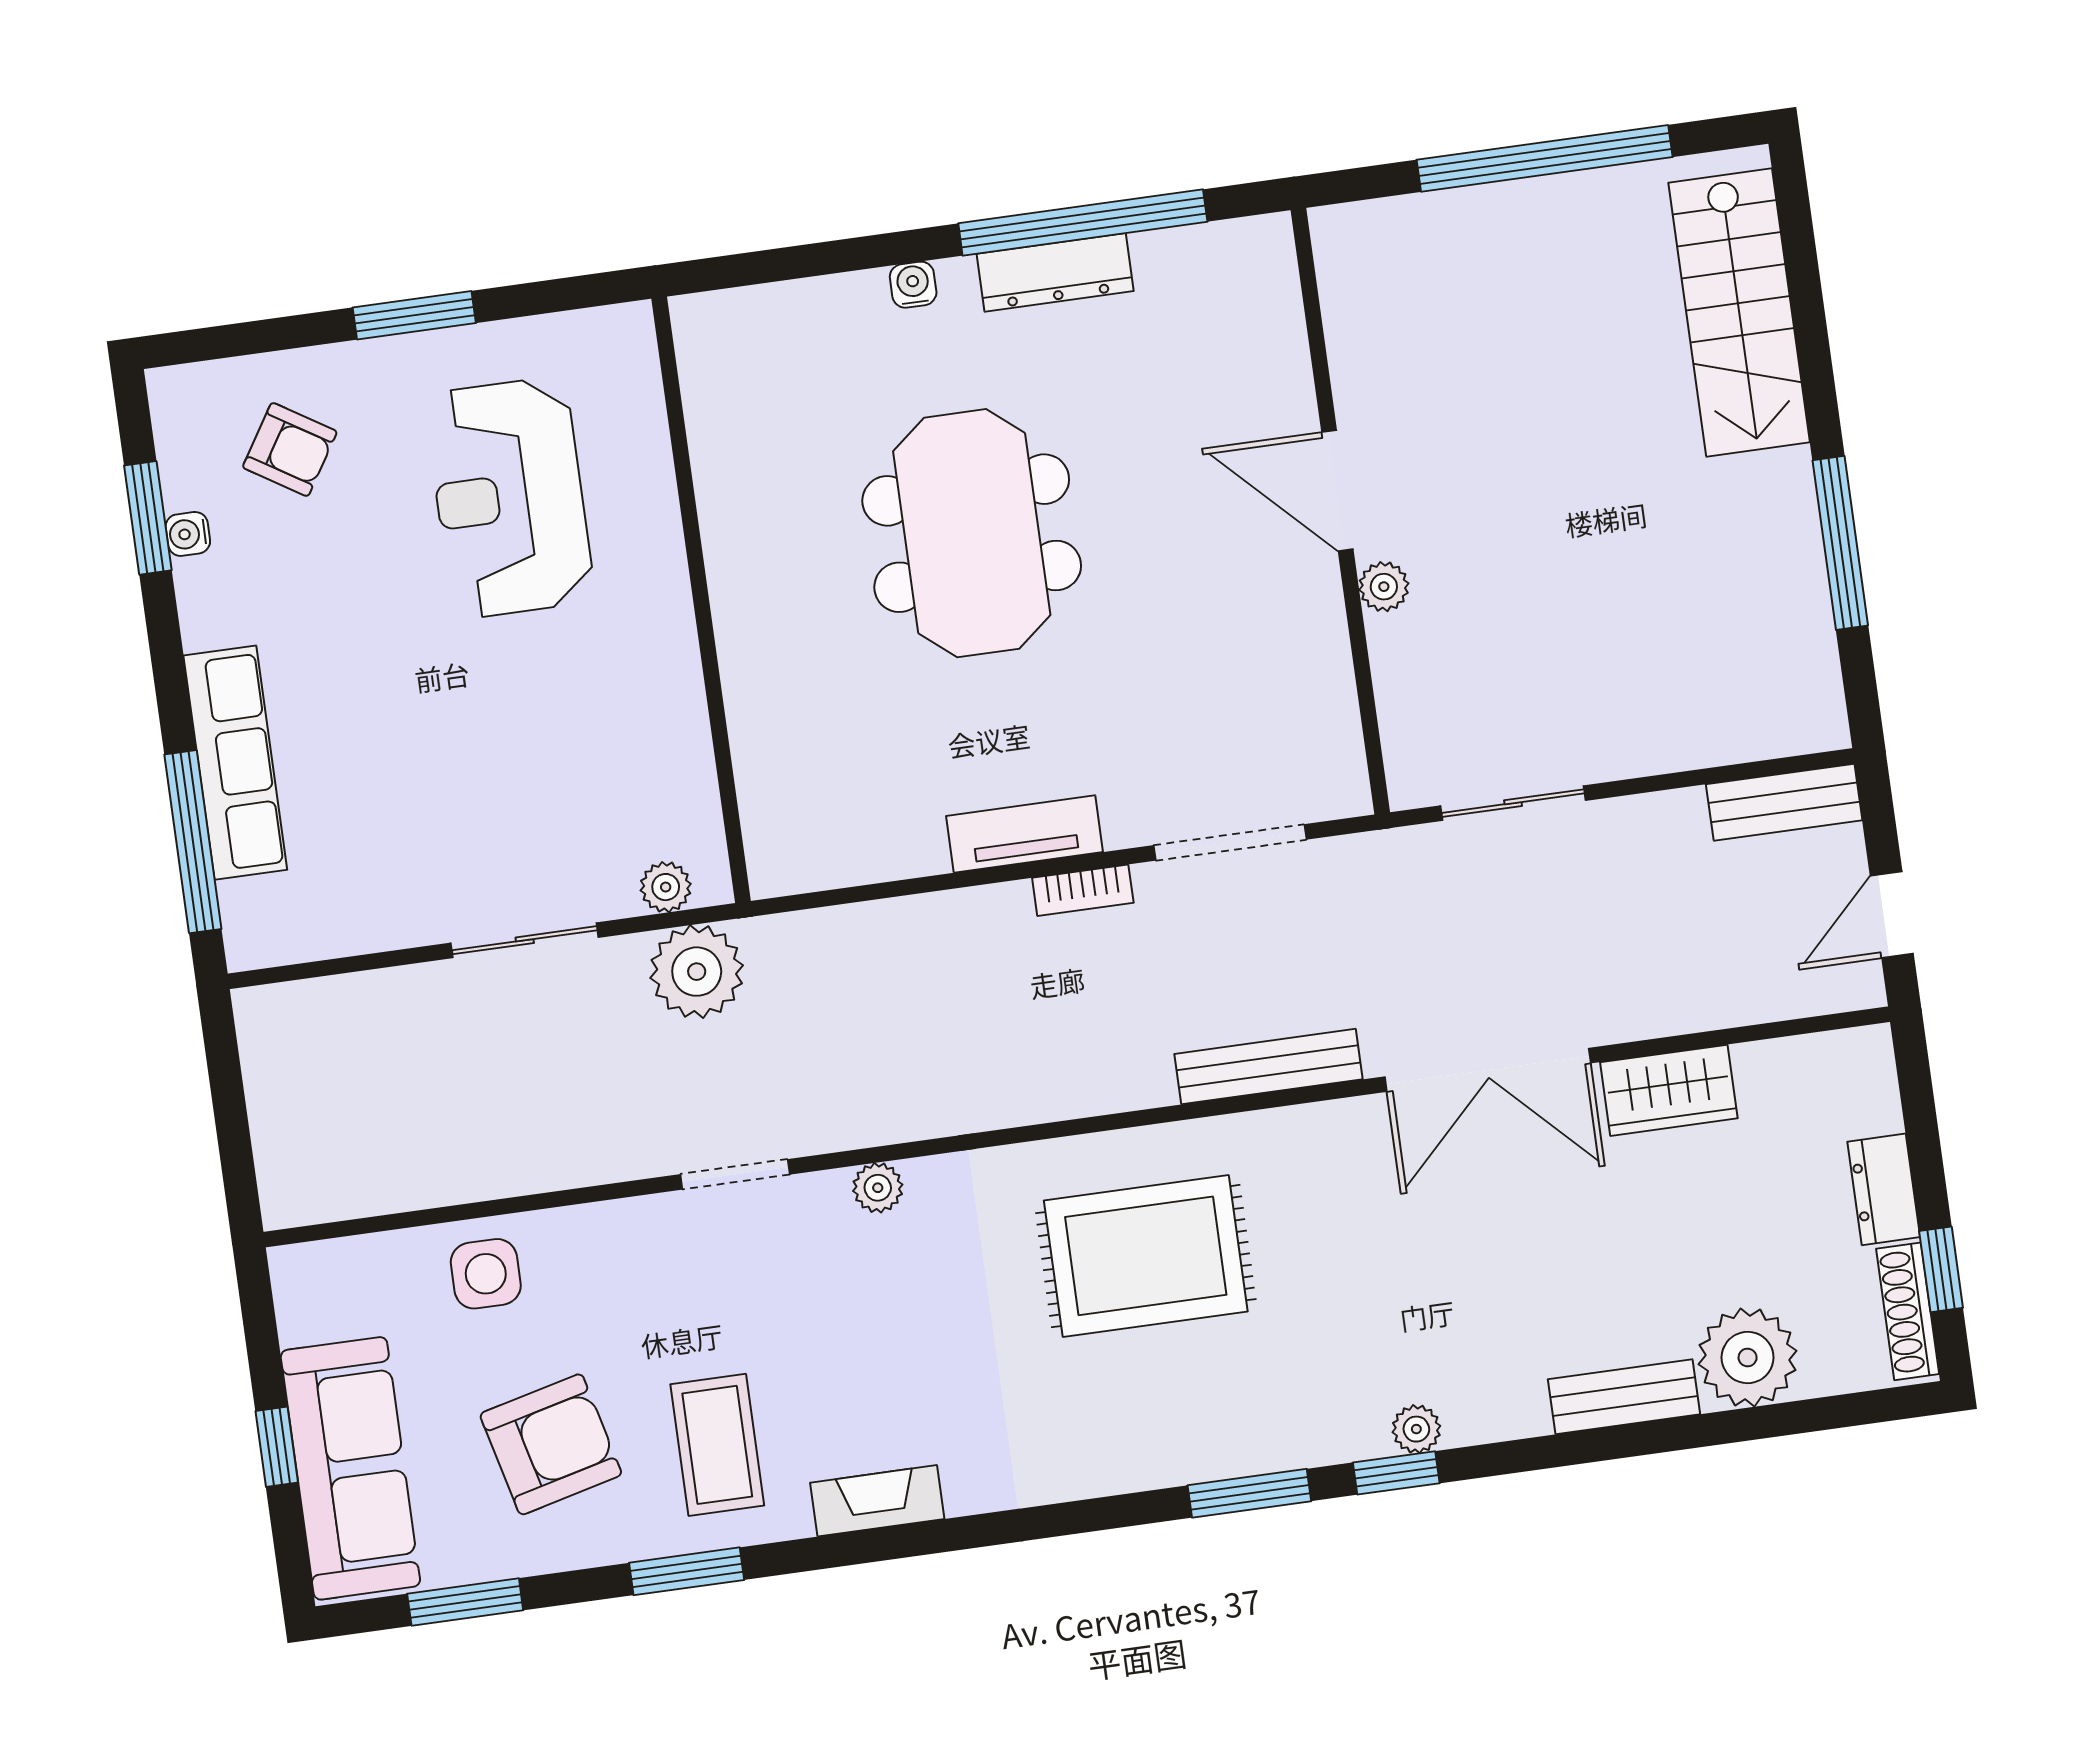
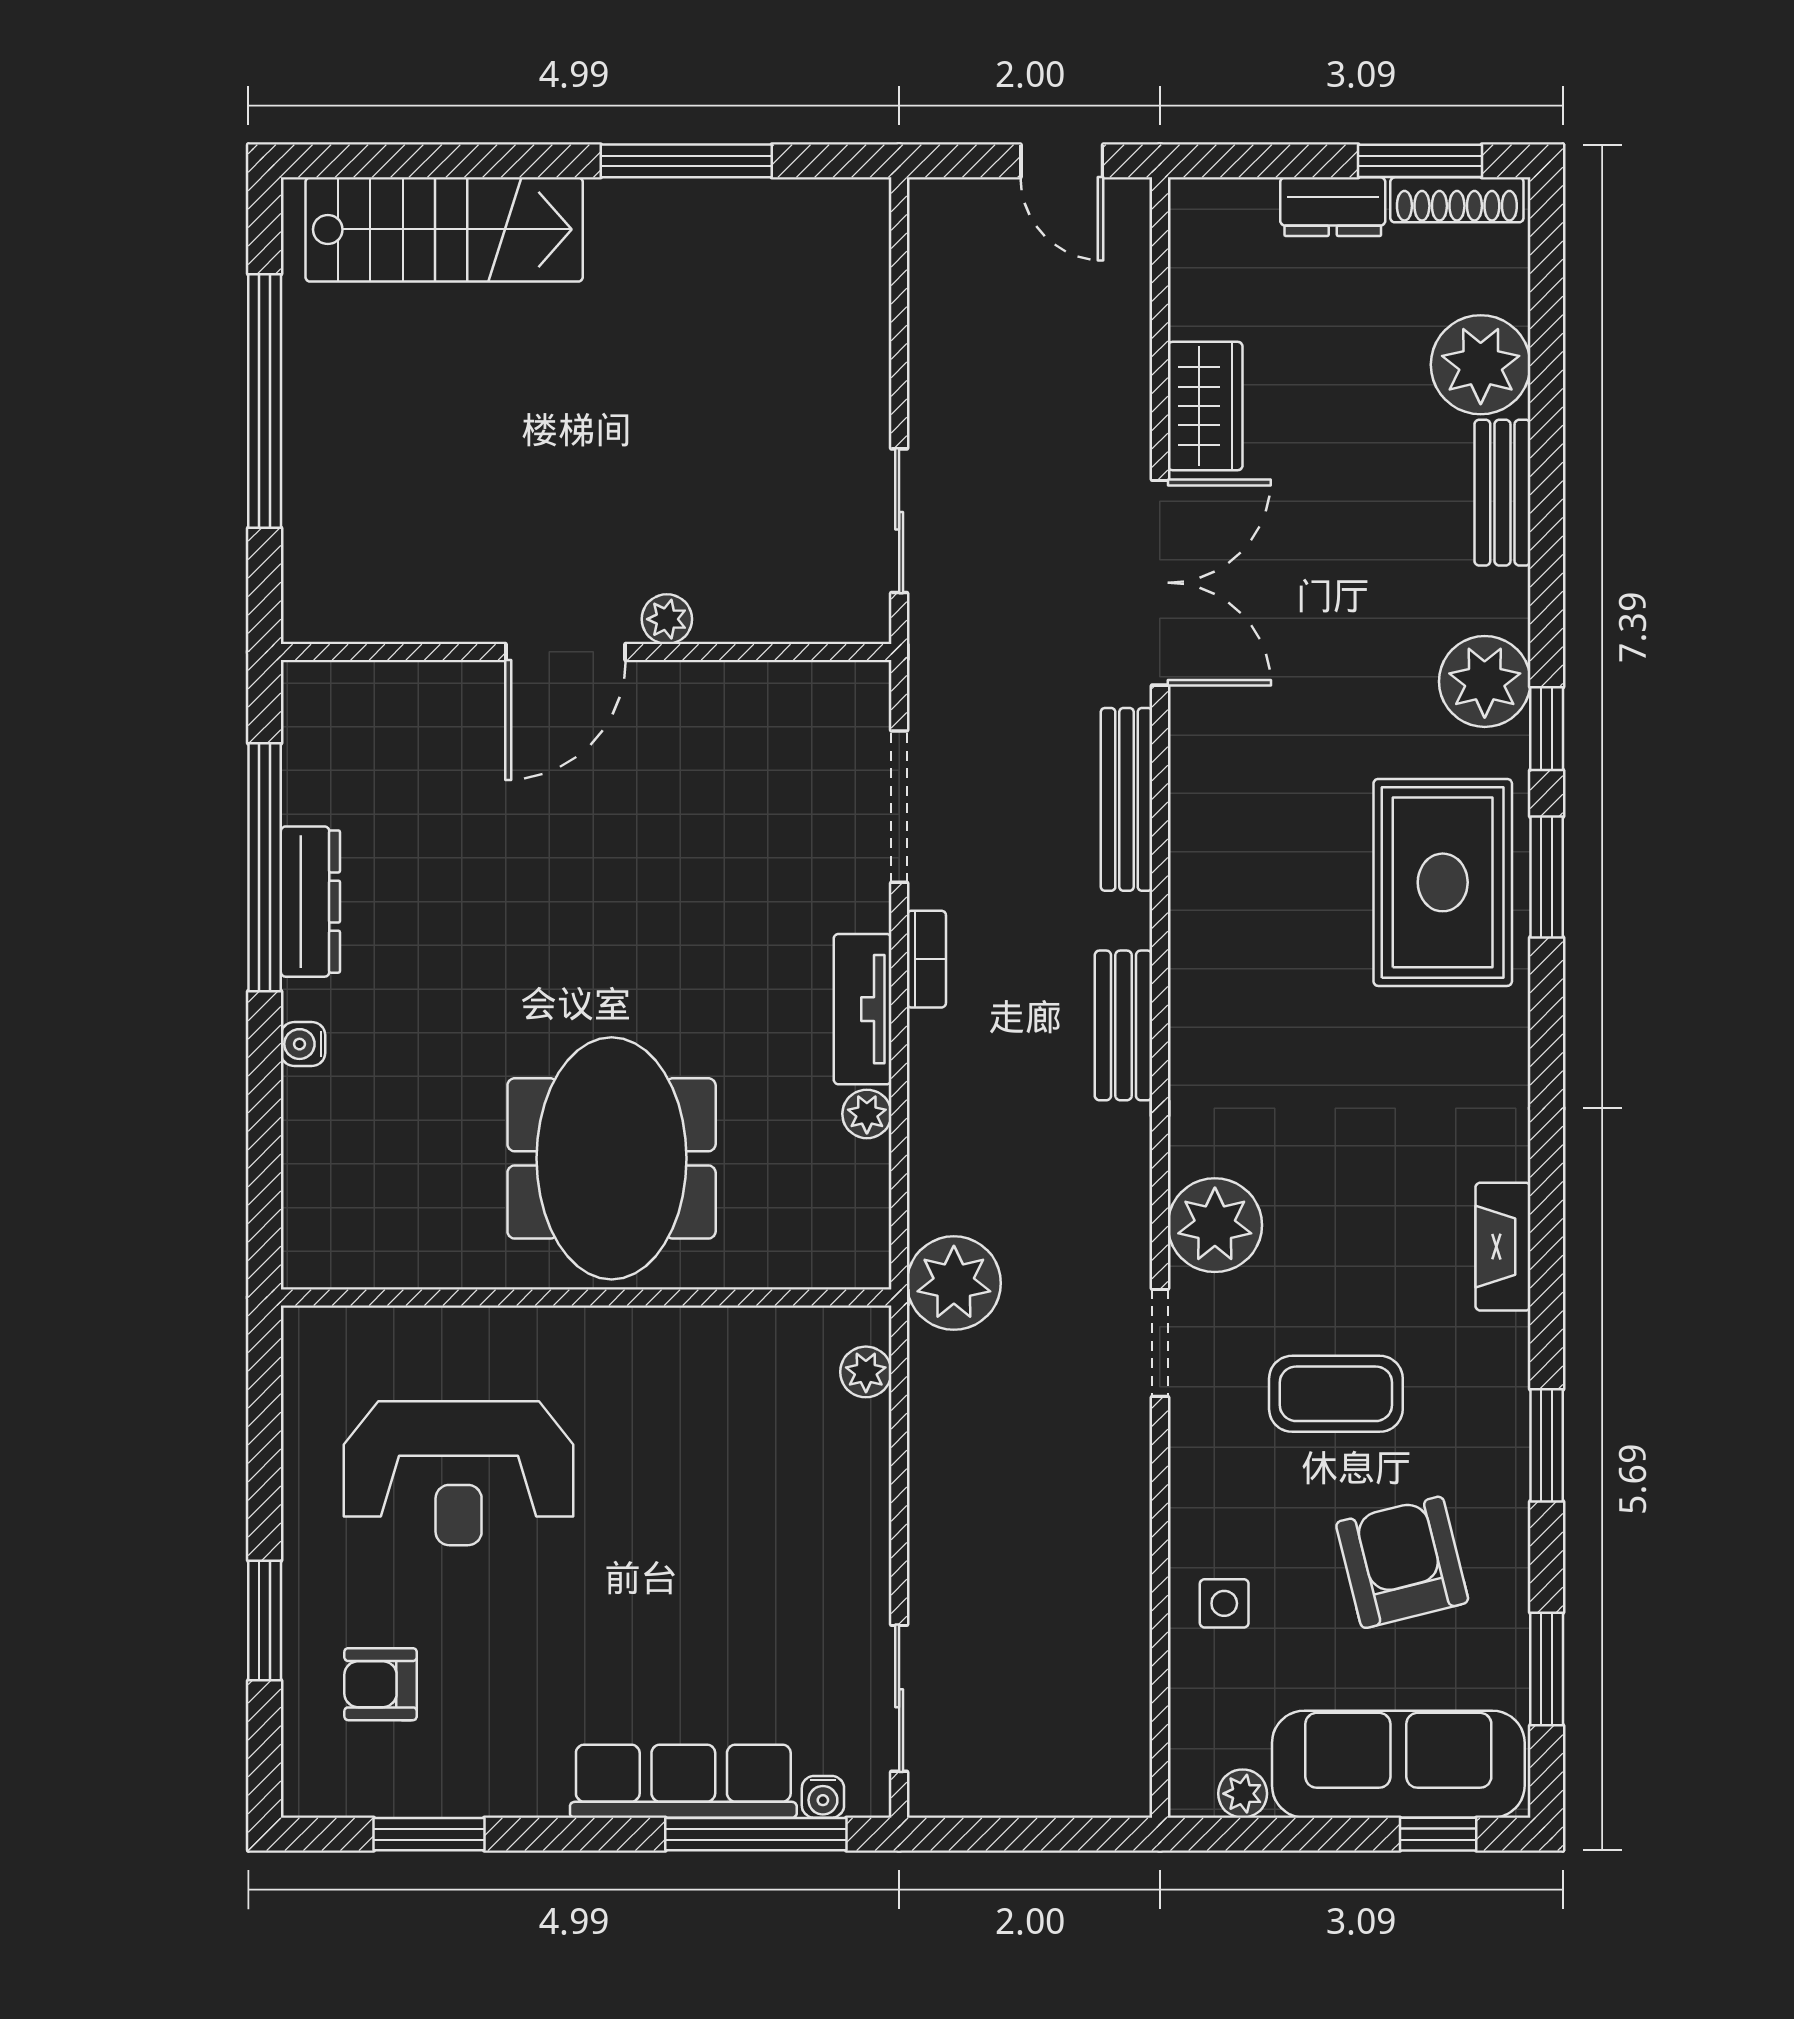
window: (414, 315) -> (265, 1620), moved
armchair: (290, 449) -> (381, 1684), turned -122
meeting table: (972, 533) -> (612, 1158), moved, turned 90
water cooler: (188, 534) -> (823, 1797), moved
bench: (1784, 802) -> (1124, 1025), moved
plant: (921, 853) -> (867, 1114), added
sliding door: (525, 940) -> (899, 1698), moved
plant: (697, 972) -> (954, 1283), moved
plant: (878, 1188) -> (1215, 1225), width x1.88, depth x1.88
rug: (1146, 1256) -> (1443, 882), moved
window: (1941, 1269) -> (1420, 161), width x1.50
side table: (486, 1274) -> (1224, 1603), width x0.73, depth x0.73
plant: (300, 1318) -> (1243, 1794), added
plant: (1416, 1429) -> (1485, 681), width x1.87, depth x1.87
coffee table: (717, 1445) -> (1336, 1394), moved
window: (277, 1447) -> (1438, 1834), moved

